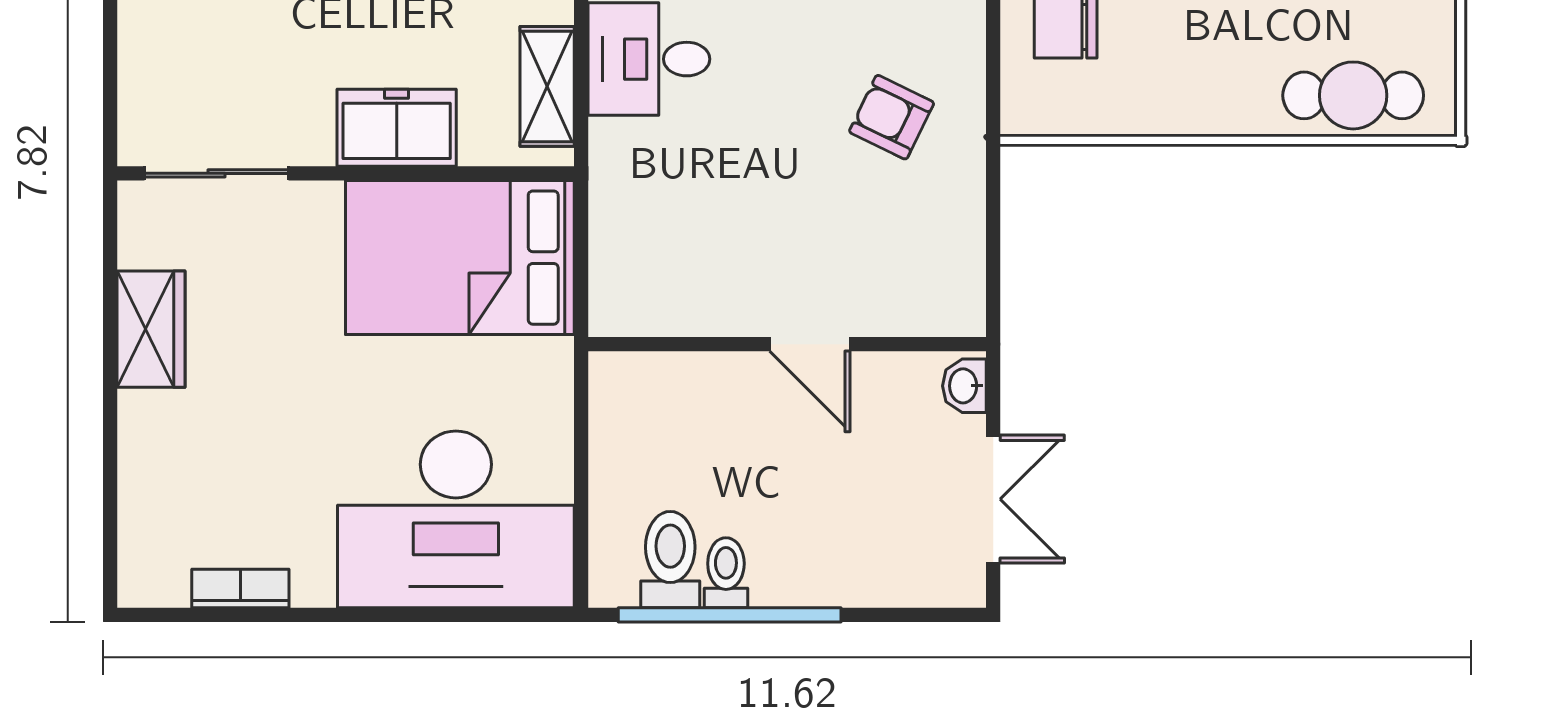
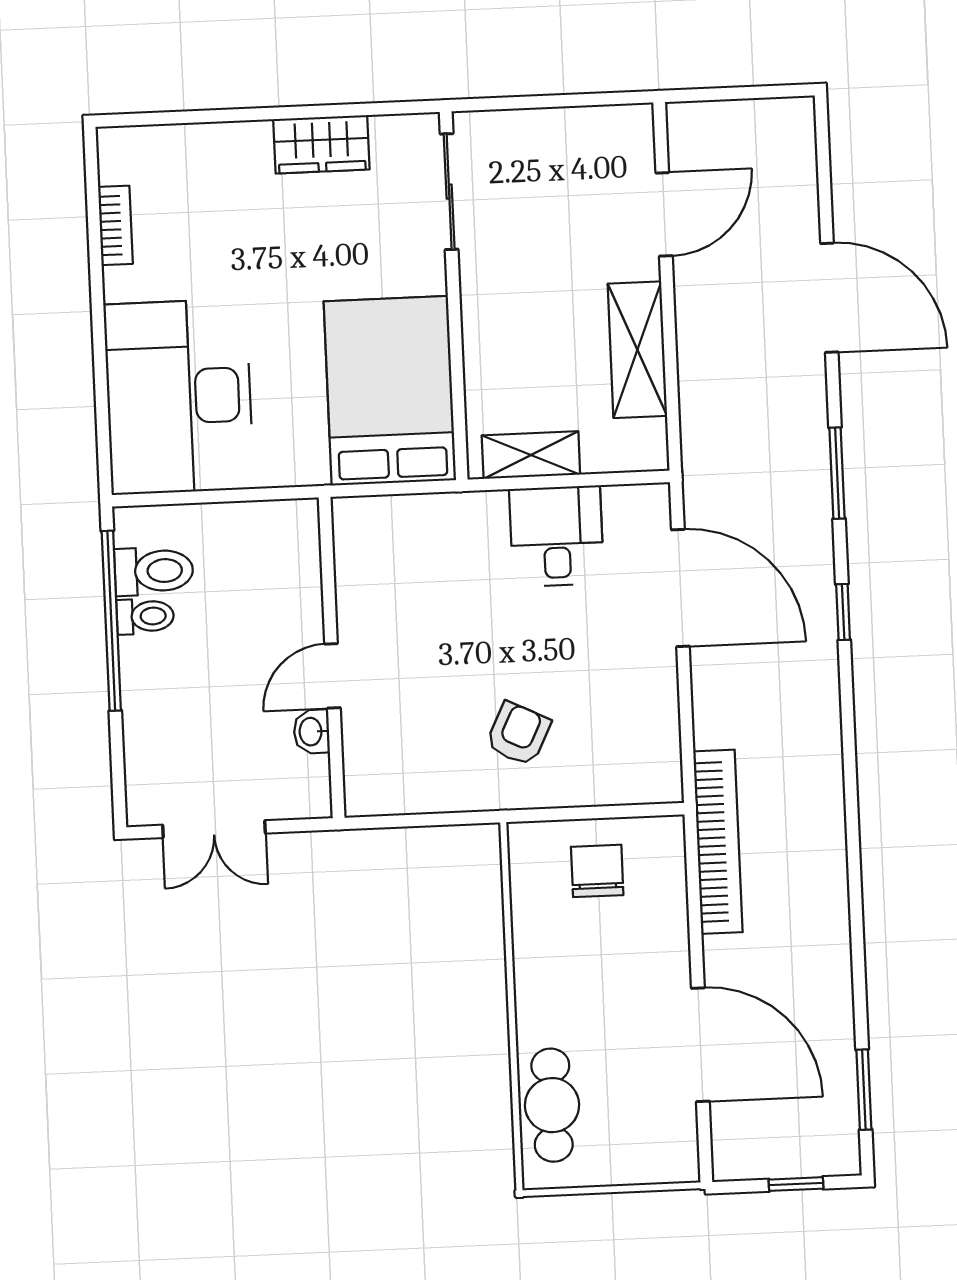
freezer: (397, 128) -> (492, 335), removed
washbasin: (964, 386) -> (312, 732), moved, turned -90

